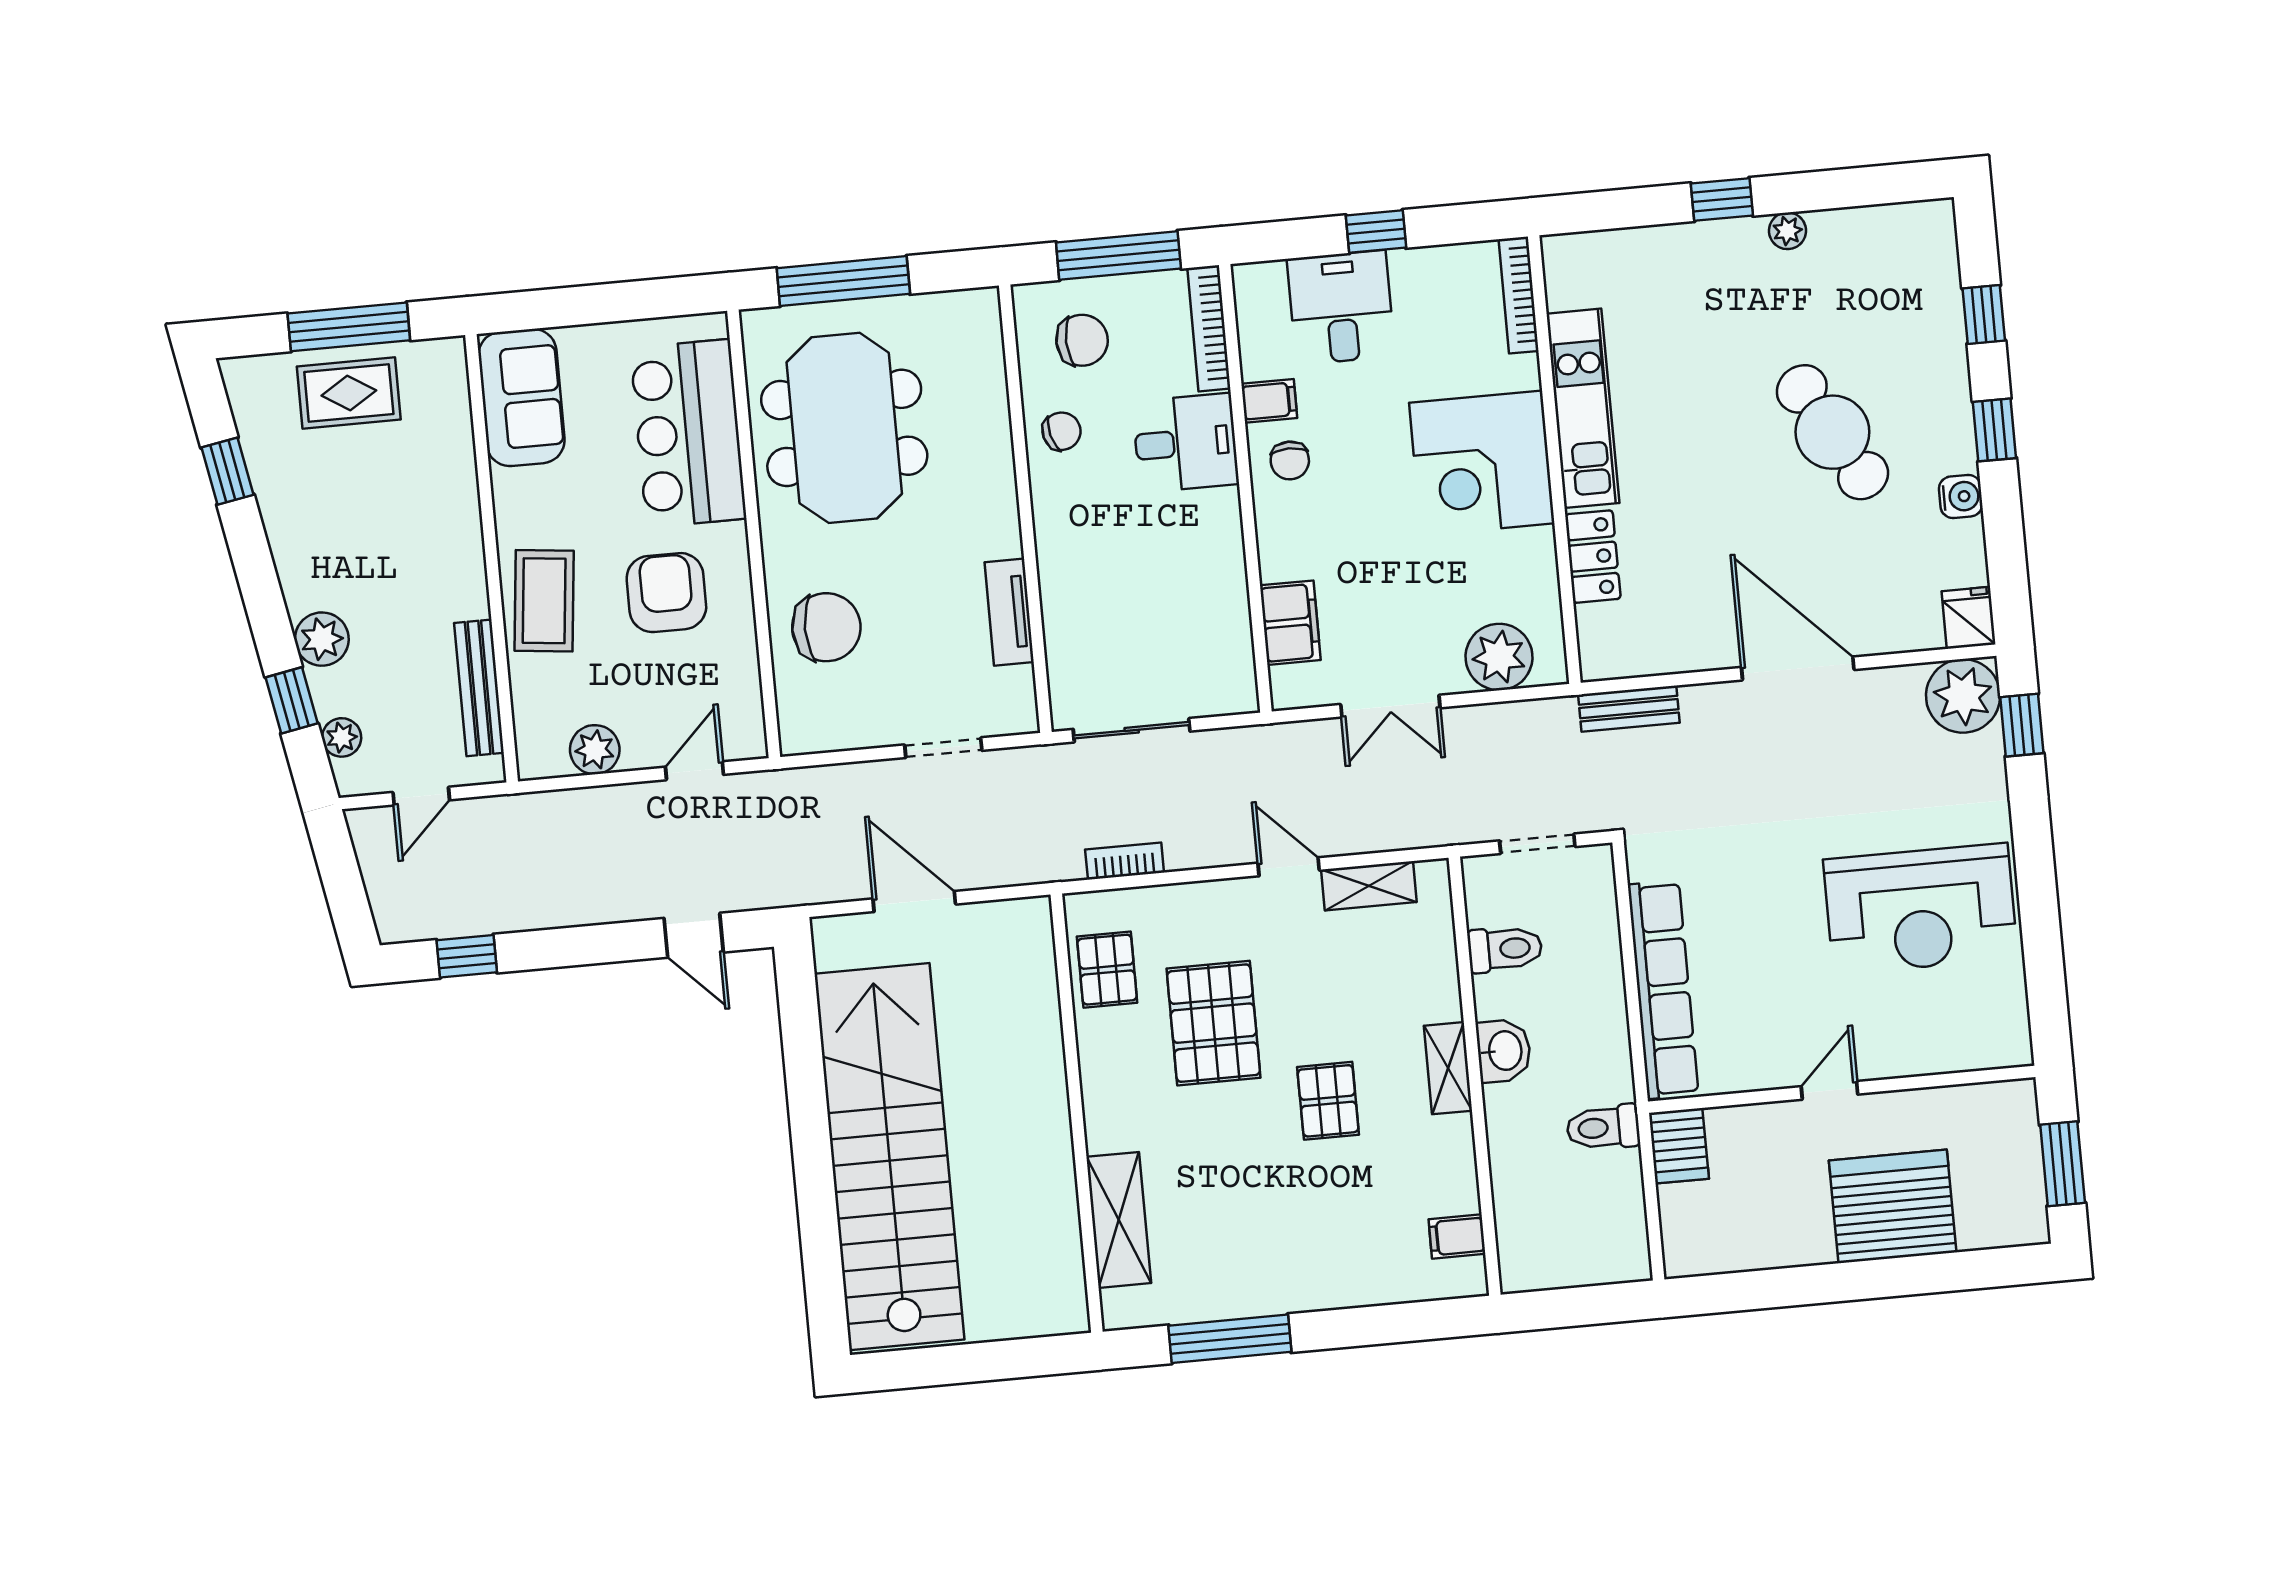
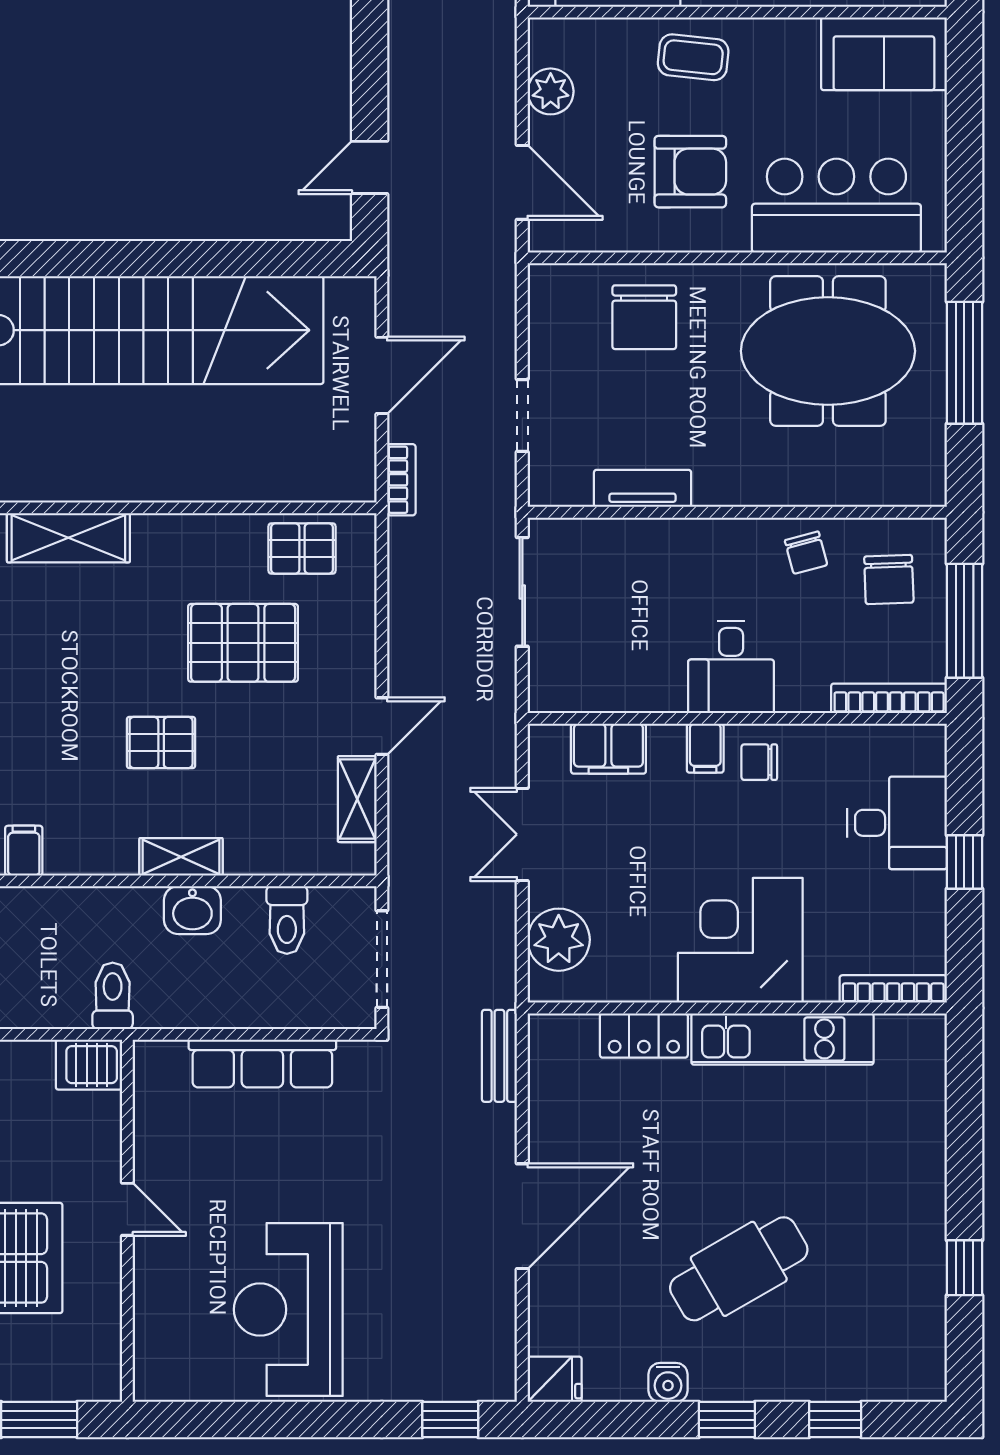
window: (1722, 200) -> (964, 1268), moved
plant: (1788, 231) -> (930, 1244), removed
filing cabinet: (1269, 401) -> (705, 748), moved
desk: (1186, 443) -> (731, 667), moved
coffee table: (544, 601) -> (693, 57), width x0.73, depth x0.77
plant: (1963, 696) -> (482, 1367), removed
door: (694, 771) -> (522, 182), width x1.38
doorway: (1537, 844) -> (382, 959), width x1.38
bookcase: (1125, 861) -> (401, 480), moved
row of seats: (1663, 990) -> (262, 1063), width x0.73

